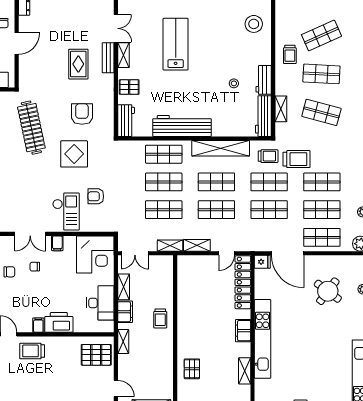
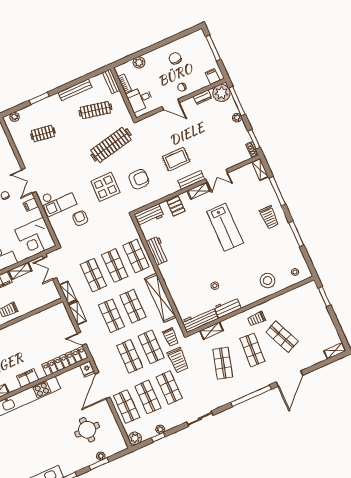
lab bench: (176, 44) -> (225, 227), turned 90
workbench: (182, 126) -> (158, 251), width x0.53, depth x0.76
round table: (328, 291) -> (87, 430), turned -37

